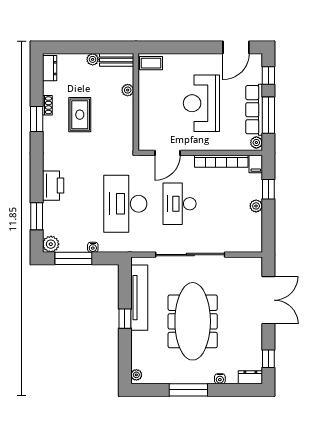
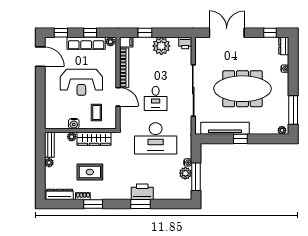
coffee table: (151, 63) -> (96, 113), moved
dresser: (50, 68) -> (60, 194), width x1.44
water cooler: (145, 93) -> (74, 124), added
window: (268, 115) -> (90, 33), width x0.46
wardrobe: (125, 120) -> (94, 139), added
door: (167, 153) -> (118, 97), moved
desk: (180, 204) -> (156, 98), width x0.73
plant: (256, 206) -> (161, 46), width x1.88, depth x1.88
window: (37, 216) -> (141, 204), moved
plant: (51, 244) -> (185, 173), moved
printer: (255, 244) -> (185, 43), added
window: (188, 390) -> (293, 110), moved

